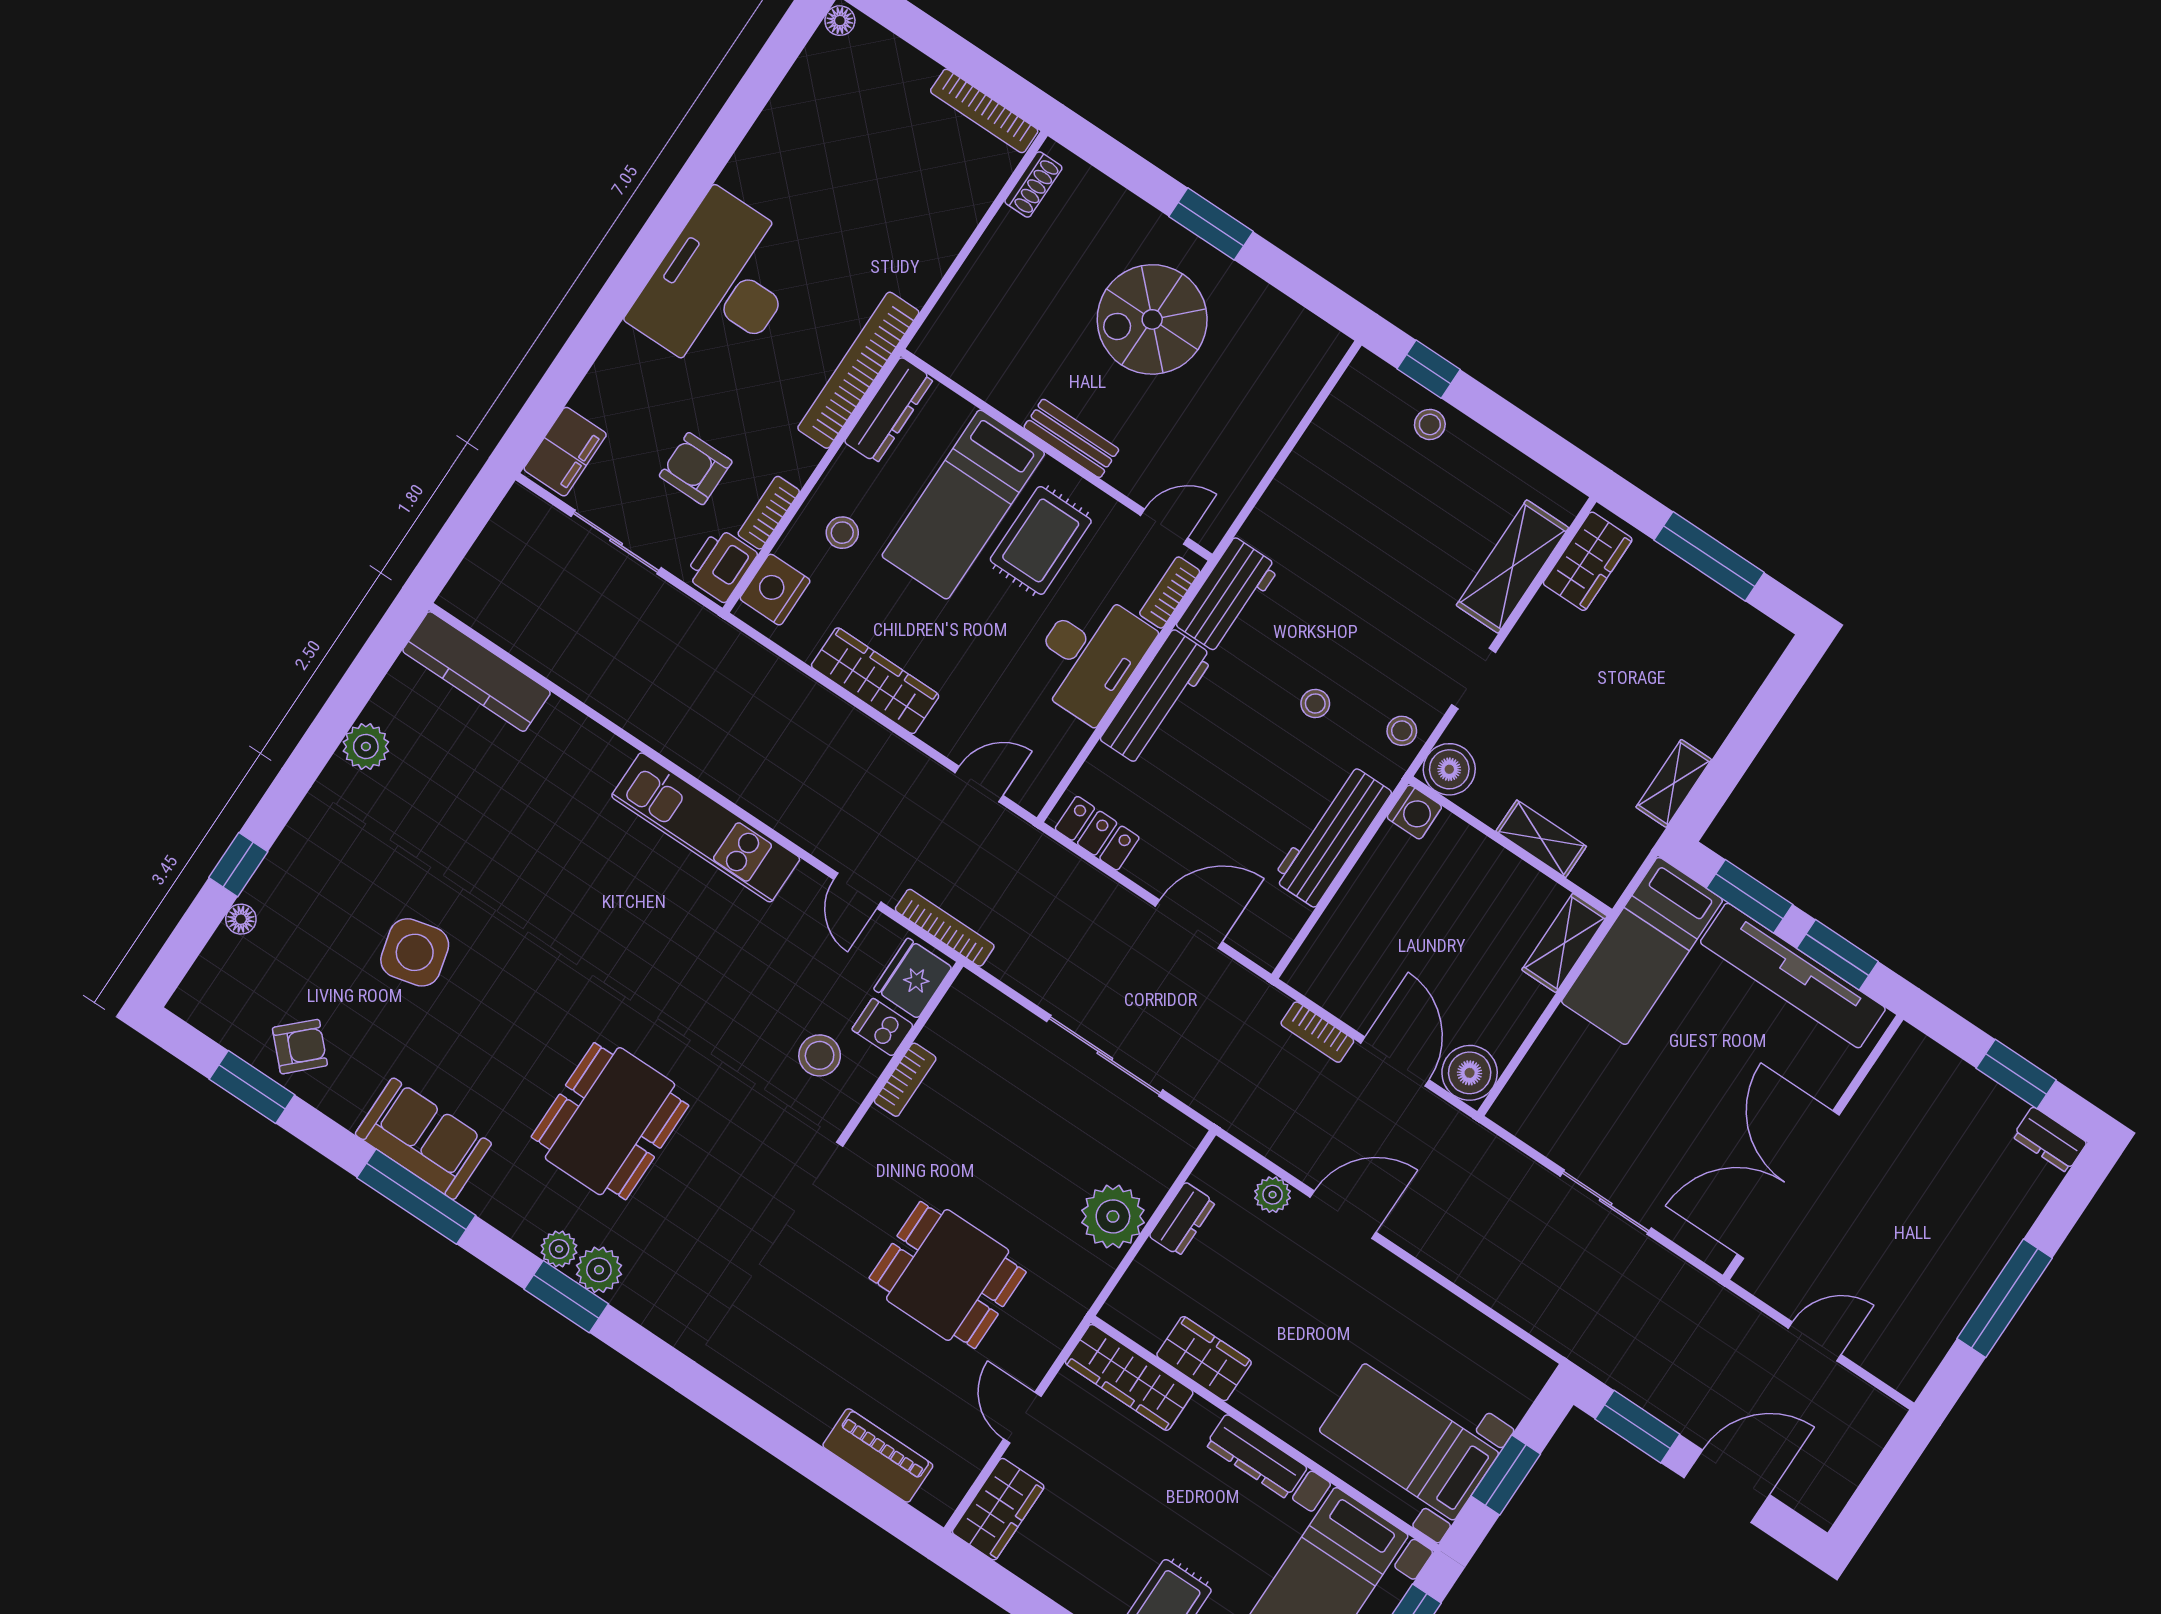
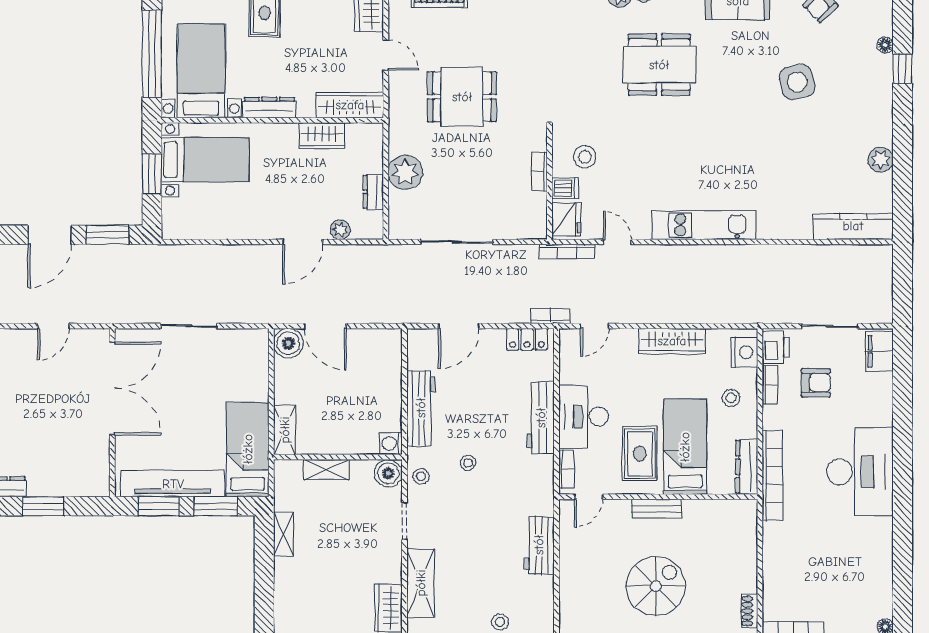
workbench: (1228, 596) -> (539, 545), moved
bookcase: (1317, 1032) -> (550, 316), moved
dining table: (610, 1121) -> (659, 65), turned 90

